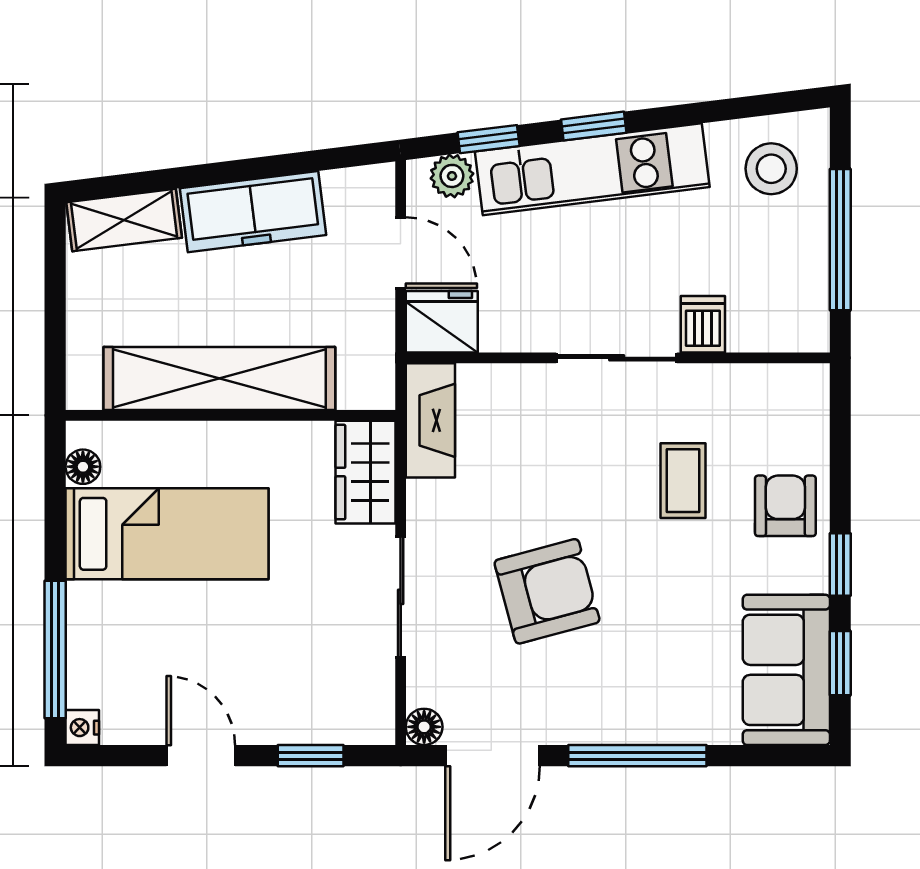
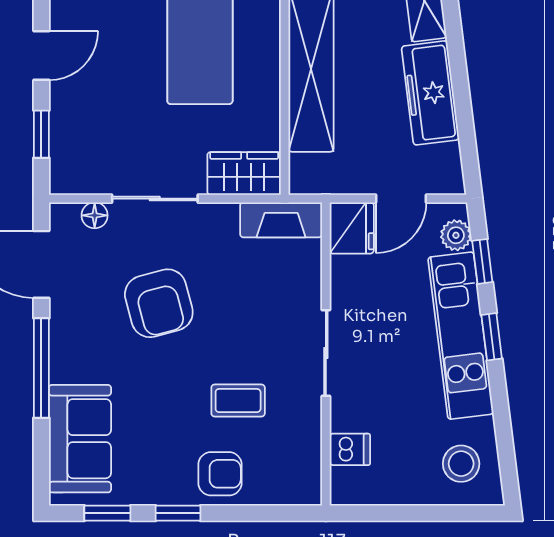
window: (840, 240) -> (410, 513), removed
dishwasher: (703, 324) -> (350, 449), moved
sofa: (786, 670) -> (80, 439), moved, turned 90
floor lamp: (424, 727) -> (95, 215), moved

